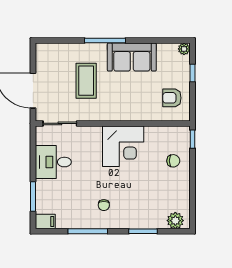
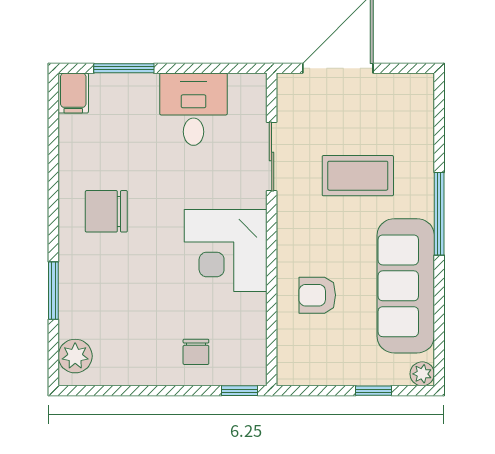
sofa: (132, 57) -> (406, 286), width x1.36
armchair: (172, 98) -> (317, 295), moved, turned -90
sliding door: (60, 123) -> (272, 157), moved
chair: (104, 205) -> (106, 211), width x1.87, depth x1.87
window: (88, 231) -> (53, 179), removed

